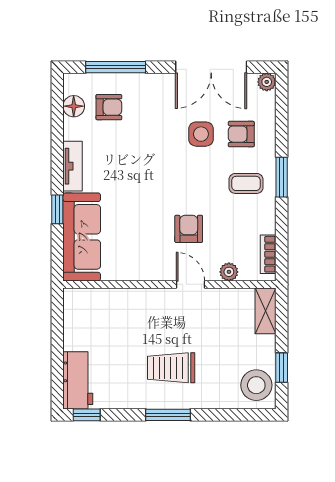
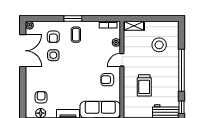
window: (116, 67) -> (23, 94), removed
armchair: (189, 229) -> (107, 80), moved
trolley: (171, 368) -> (144, 85), moved
window: (282, 368) -> (160, 18), removed
stool: (256, 385) -> (159, 45), moved
window: (168, 415) -> (181, 70), width x2.11

